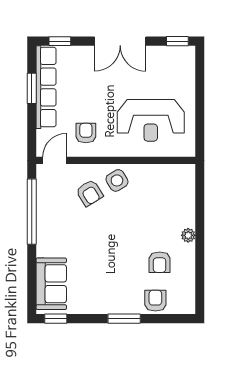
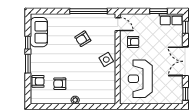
row of seats: (46, 87) -> (171, 19), width x0.50
armchair: (90, 193) -> (83, 39), moved
sofa: (51, 284) -> (39, 32), moved, turned -90
window: (56, 319) -> (28, 43), moved

